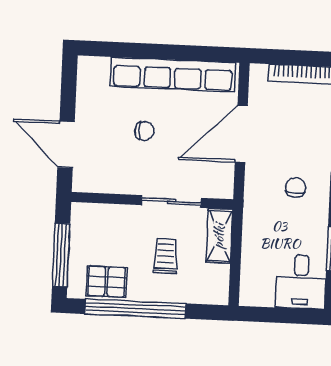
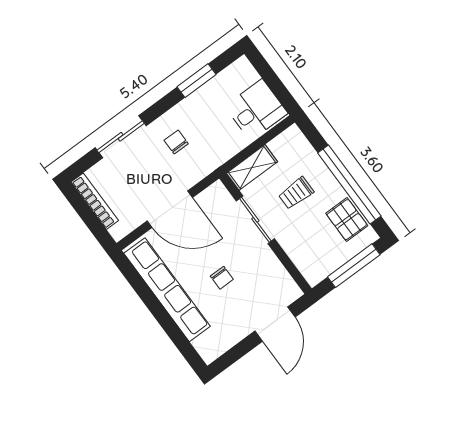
chair: (144, 131) -> (222, 278), turned 180
chair: (296, 188) -> (176, 142), turned 90
desk: (301, 282) -> (256, 110), moved

